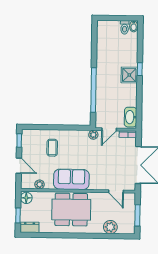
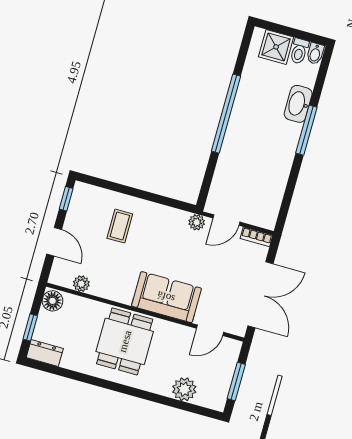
window: (140, 69) -> (306, 130), width x2.17
shower: (129, 75) -> (276, 47), moved
window: (93, 90) -> (226, 114), moved
washbasin: (131, 117) -> (298, 104), moved
sofa: (71, 179) -> (166, 297), moved
door: (116, 191) -> (210, 330), hinge flipped
dining table: (71, 210) -> (125, 341), width x0.73

